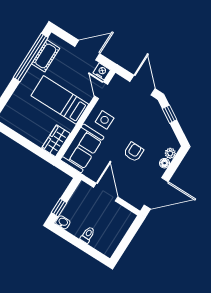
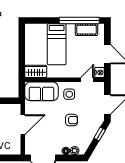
bed: (60, 100) -> (57, 44), moved, turned 180
armchair: (134, 152) -> (72, 120), moved

